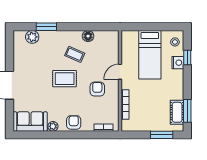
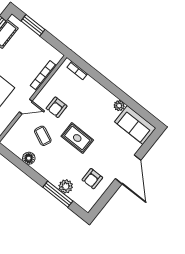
window: (46, 27) -> (58, 194), width x1.44
plant: (32, 37) -> (66, 186), moved
coffee table: (75, 54) -> (43, 136), moved
armchair: (74, 122) -> (92, 179), moved

